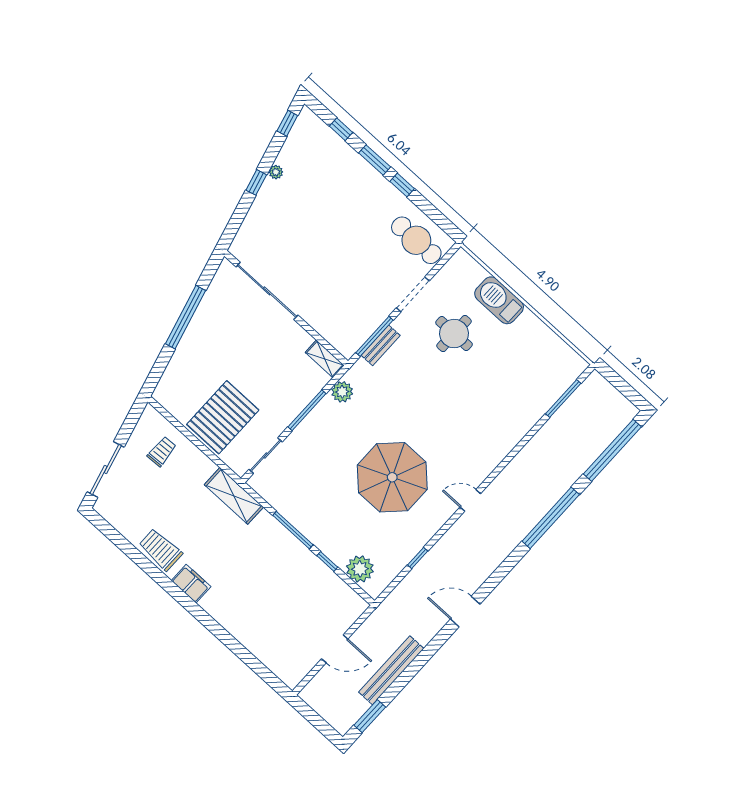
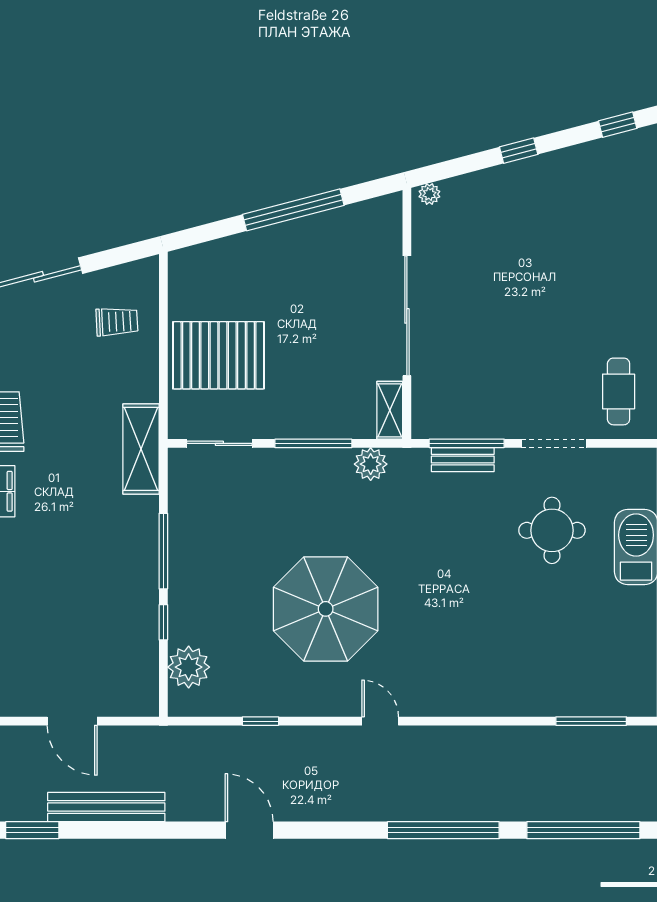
plant: (276, 172) -> (429, 194), moved
cafe table: (416, 240) -> (619, 391), width x0.73, depth x0.74
sliding door: (267, 291) -> (407, 316), moved

